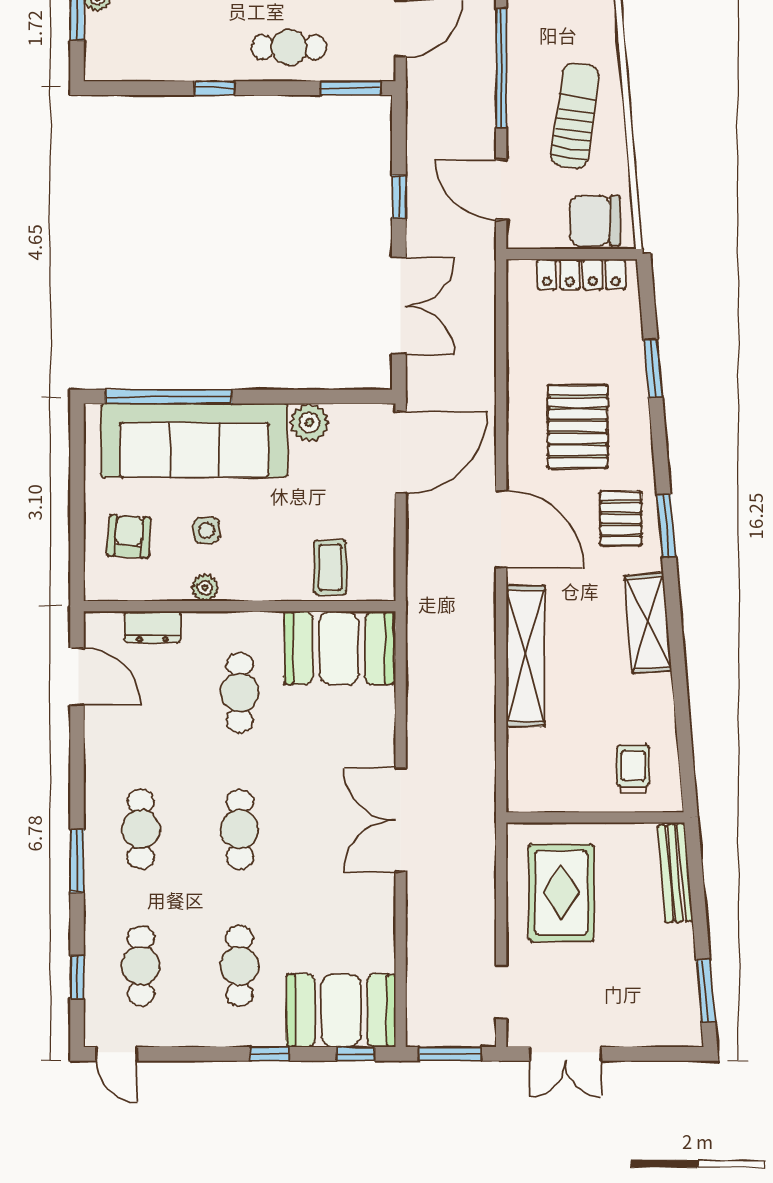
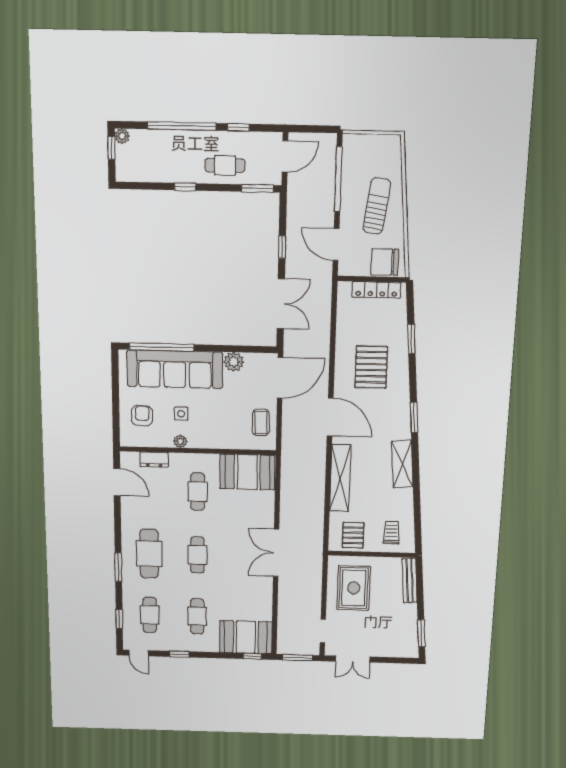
pallet: (621, 519) -> (353, 535), moved
coffee table: (330, 567) -> (261, 423), moved
cafe table: (141, 829) -> (149, 554), width x1.37, depth x1.35
window: (270, 1054) -> (179, 654), moved

